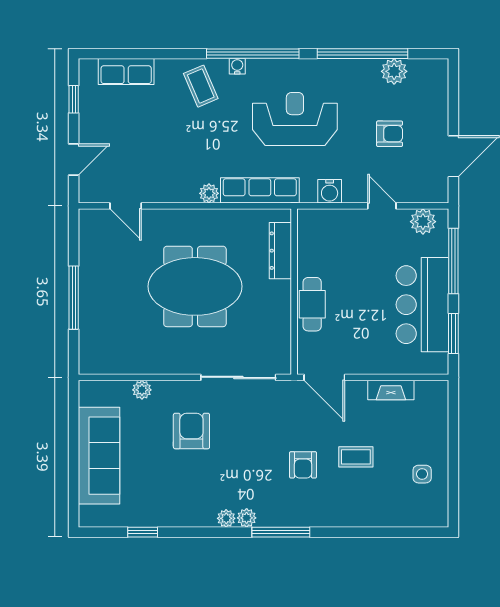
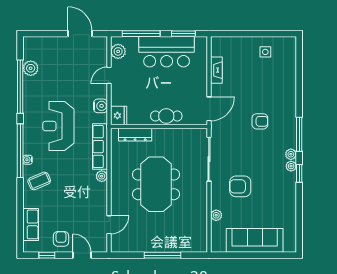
armchair: (390, 134) -> (61, 239), moved
fridge: (313, 222) -> (119, 116), added
coffee table: (356, 457) -> (255, 91), removed
window: (143, 532) -> (299, 173), moved

